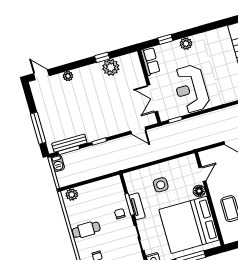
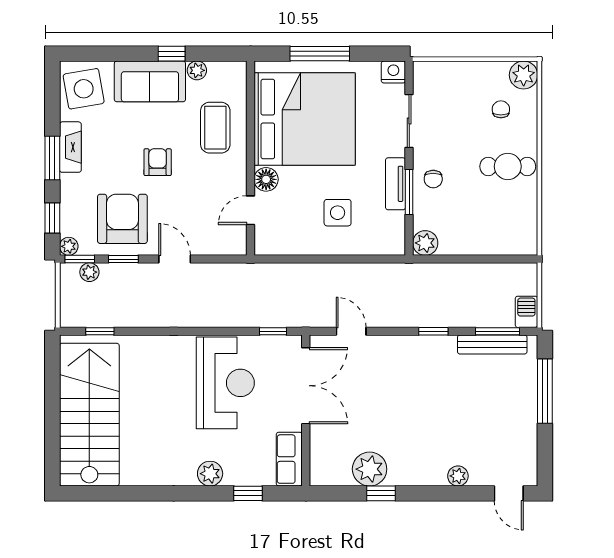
double door: (152, 98) -> (306, 386), width x1.37
plant: (72, 195) -> (425, 243), moved

